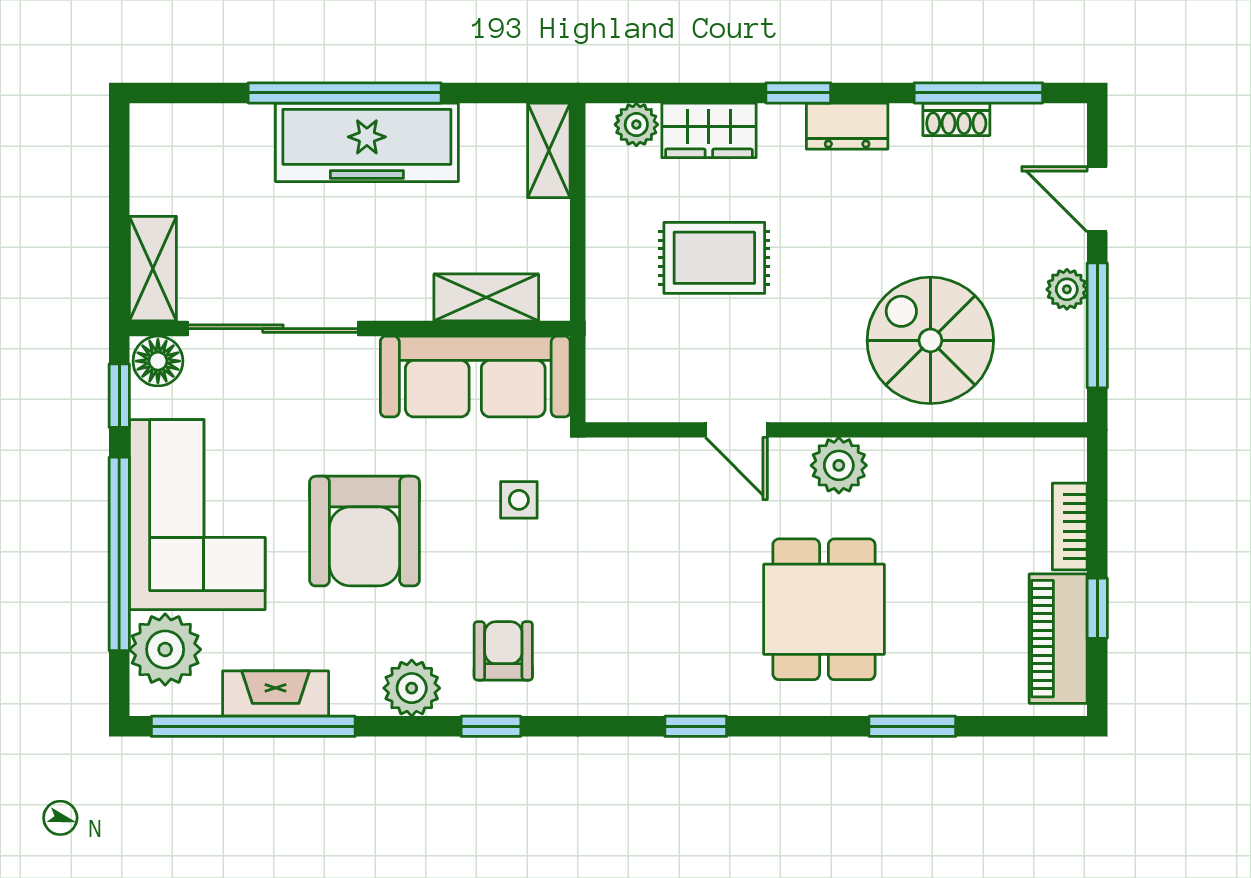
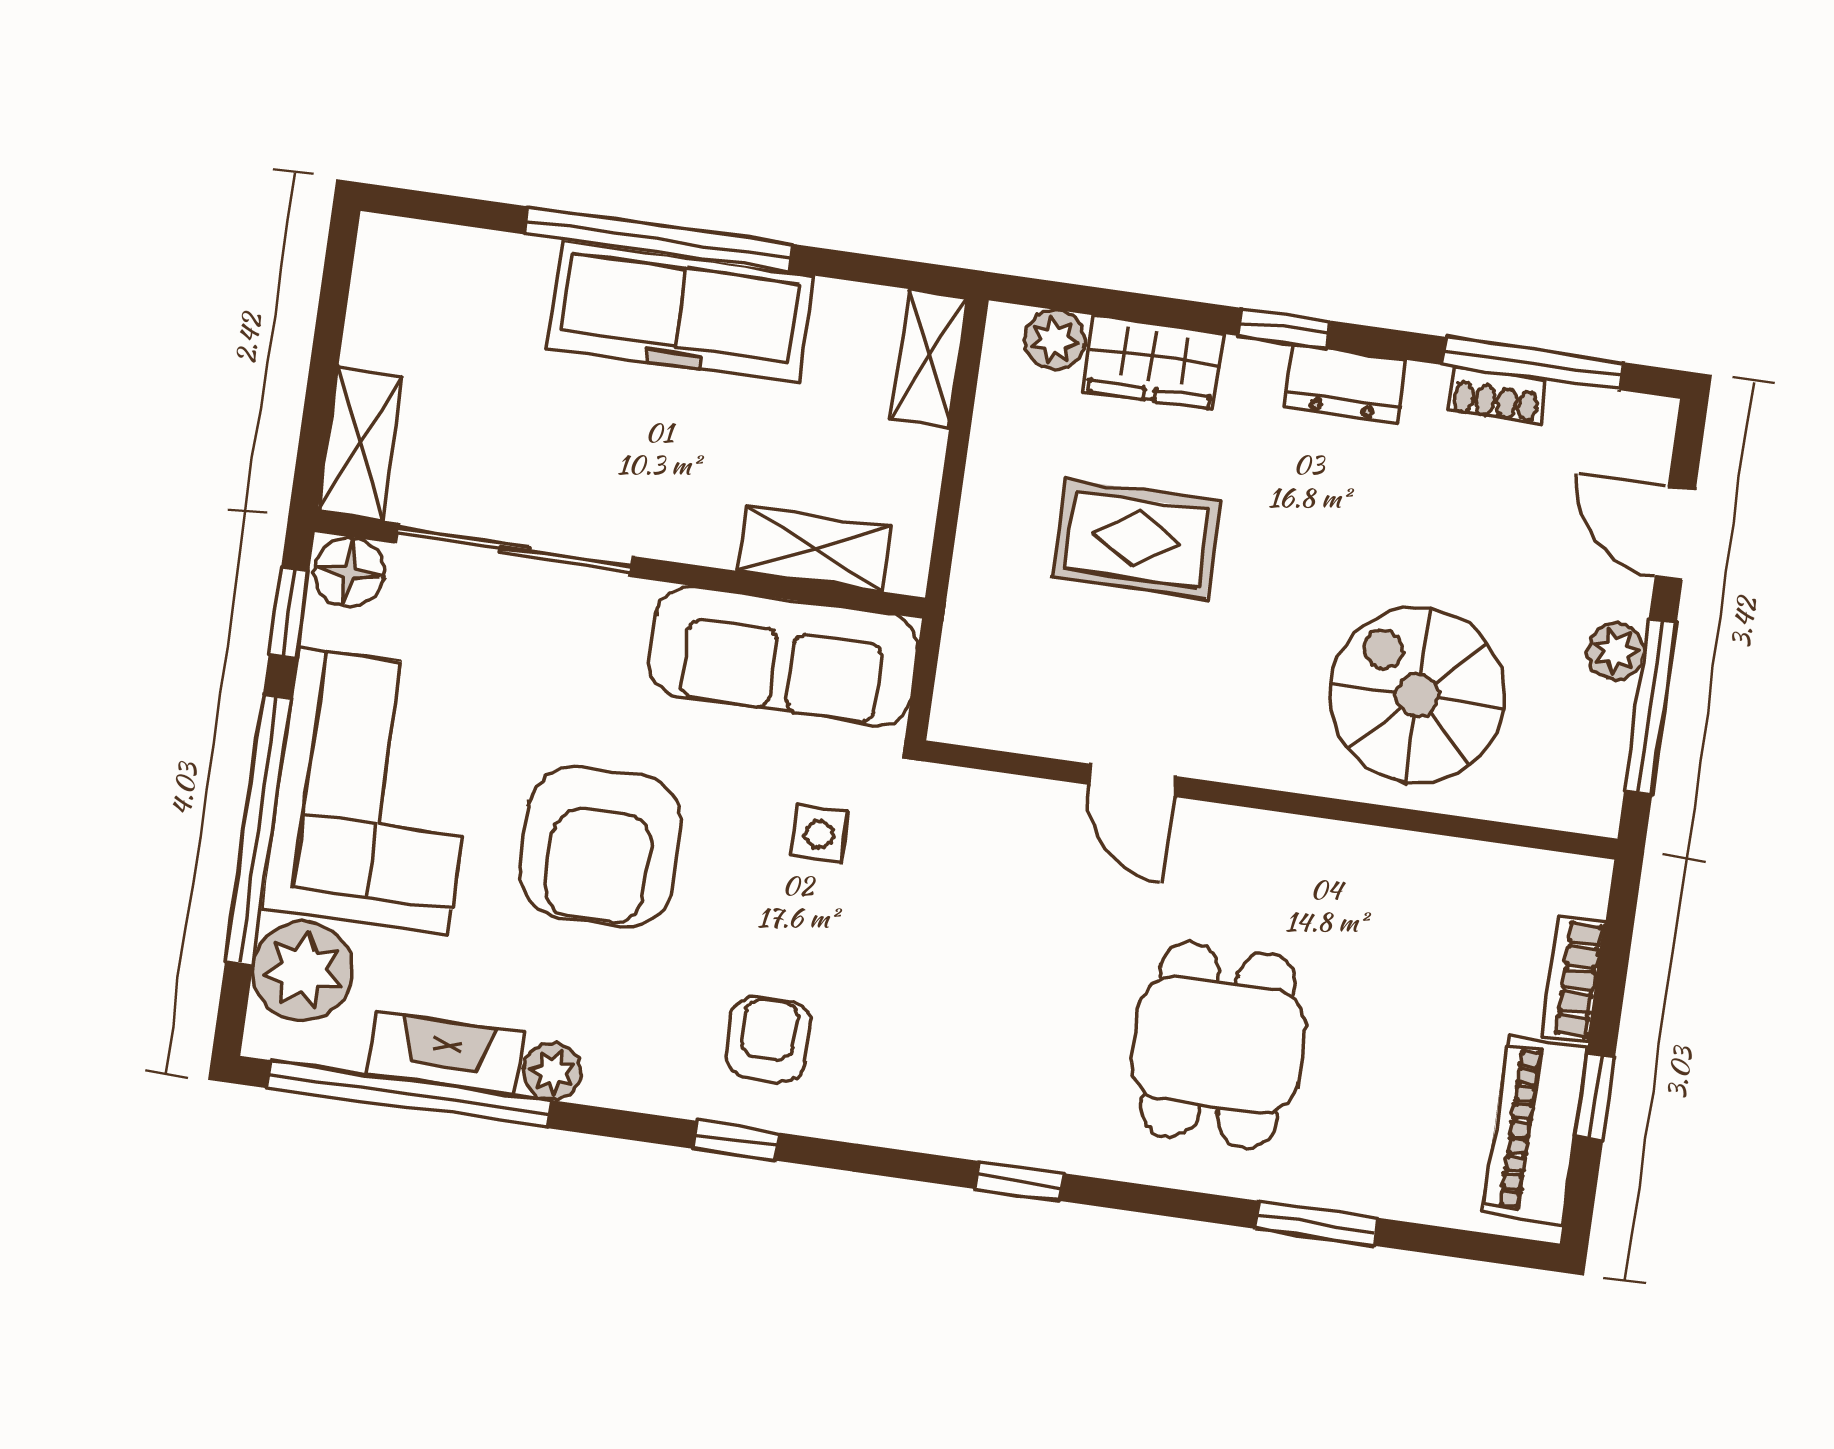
plant: (839, 465) -> (1267, 849), removed
plant: (412, 688) -> (552, 1072), moved, width x0.73, depth x0.73

